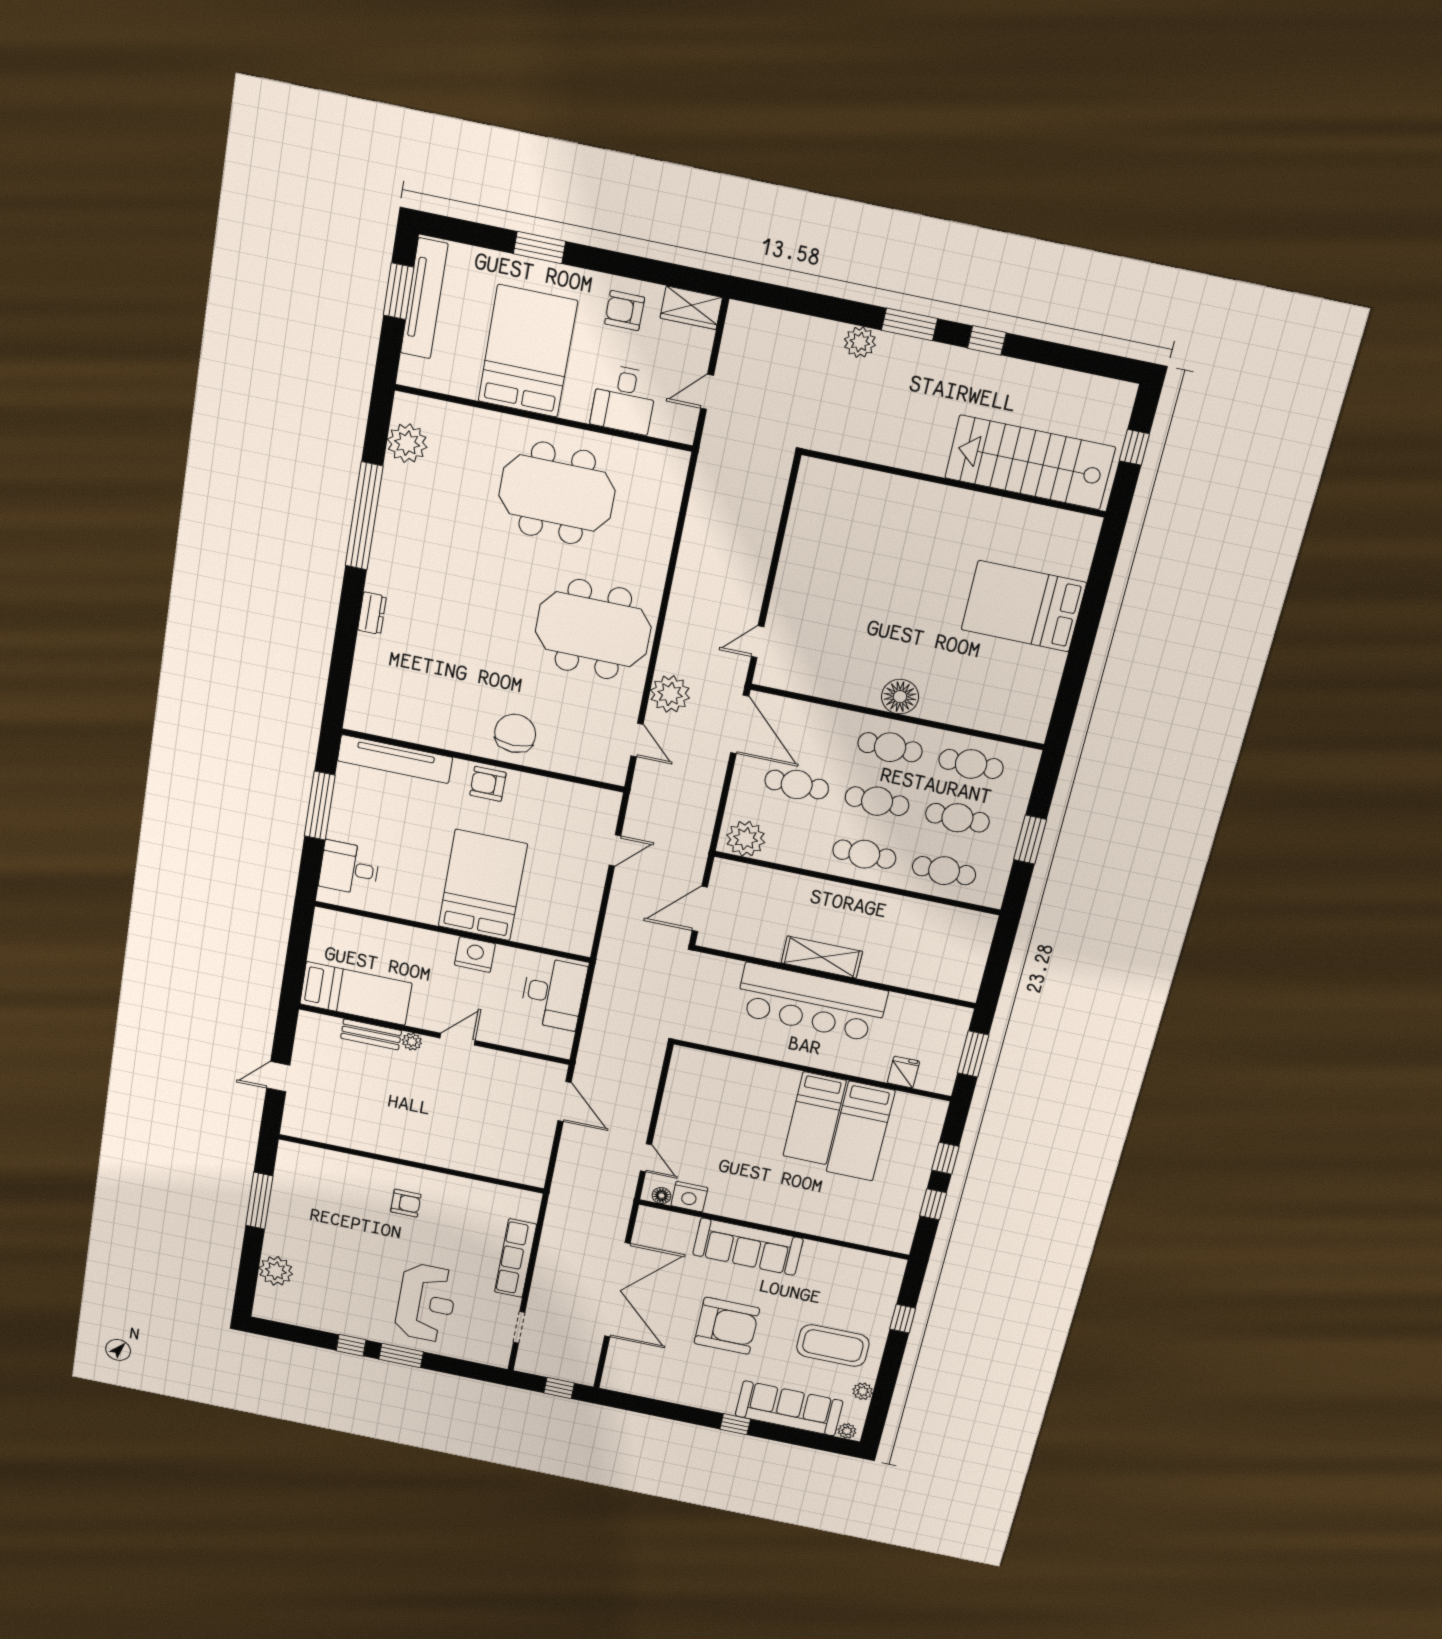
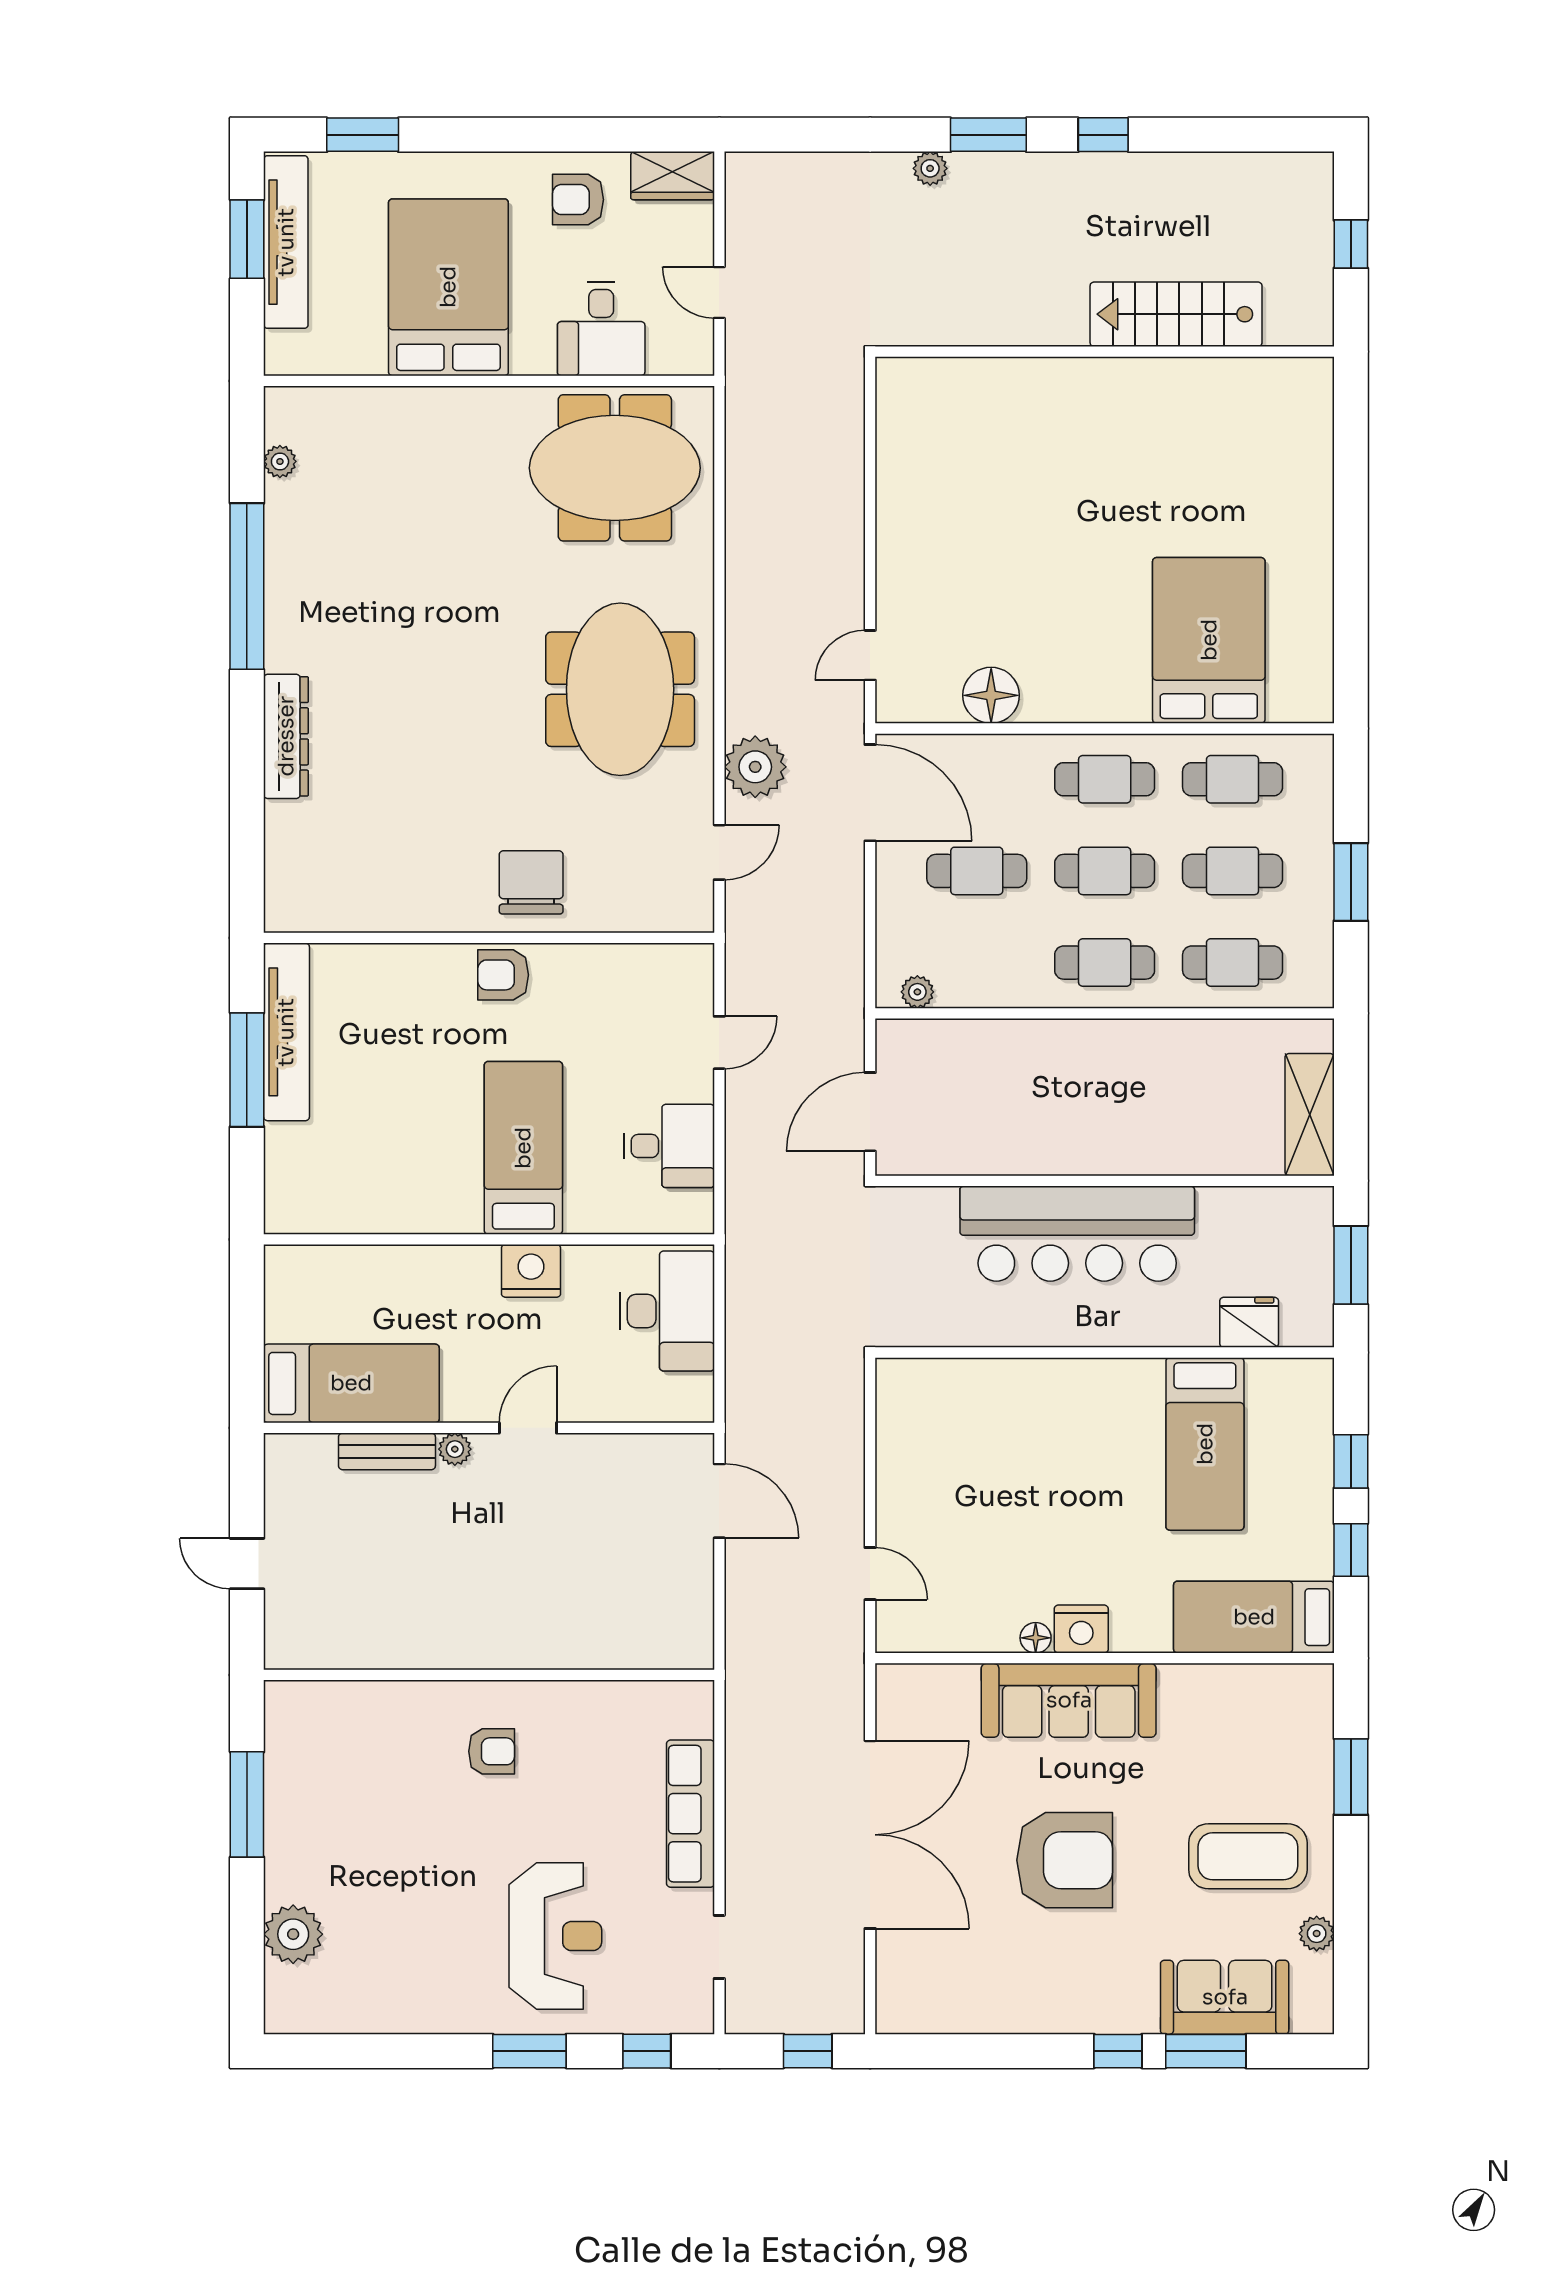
window: (539, 248) -> (363, 135), moved
plant: (860, 342) -> (930, 168), width x0.73, depth x0.73
door: (707, 392) -> (719, 292), hinge flipped
plant: (407, 443) -> (280, 461), width x0.53, depth x0.53
stairs: (1030, 462) -> (1176, 314), width x0.73, depth x0.66
meeting table: (557, 493) -> (615, 468), moved
bed: (1024, 606) -> (1209, 640), moved, turned 90
dresser: (372, 613) -> (286, 736), width x1.96, depth x1.24
meeting table: (593, 629) -> (620, 689), turned 90
floor lamp: (900, 697) -> (991, 695), moved
door: (637, 740) -> (719, 852), hinge flipped
tv unit: (395, 759) -> (286, 1032), moved, turned -90
plant: (746, 839) -> (917, 992), width x0.53, depth x0.53
desk: (349, 868) -> (669, 1146), moved, turned 180
bed: (483, 885) -> (523, 1148), width x0.67
shelving: (822, 957) -> (1310, 1115), moved, turned 90
fridge: (903, 1072) -> (1249, 1322), width x1.38
door: (278, 1077) -> (247, 1564), hinge flipped
bed: (815, 1118) -> (1254, 1617), moved, turned 90
floor lamp: (661, 1196) -> (1036, 1638), moved
nightstand: (689, 1197) -> (1081, 1629), moved
window: (903, 1319) -> (1351, 1777), width x1.50
window: (351, 1345) -> (647, 2051), moved
sofa: (789, 1408) -> (1225, 1997), width x0.73
plant: (847, 1431) -> (1308, 2019), removed
window: (785, 1434) -> (1206, 2051), added

